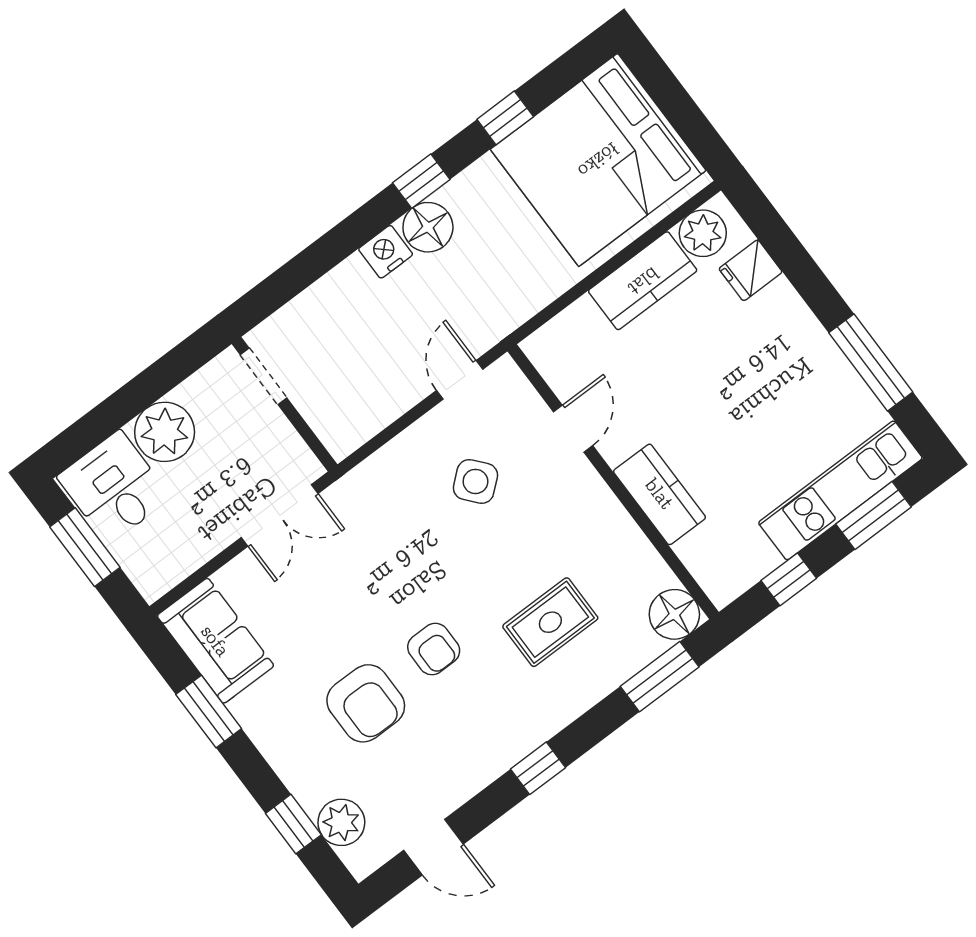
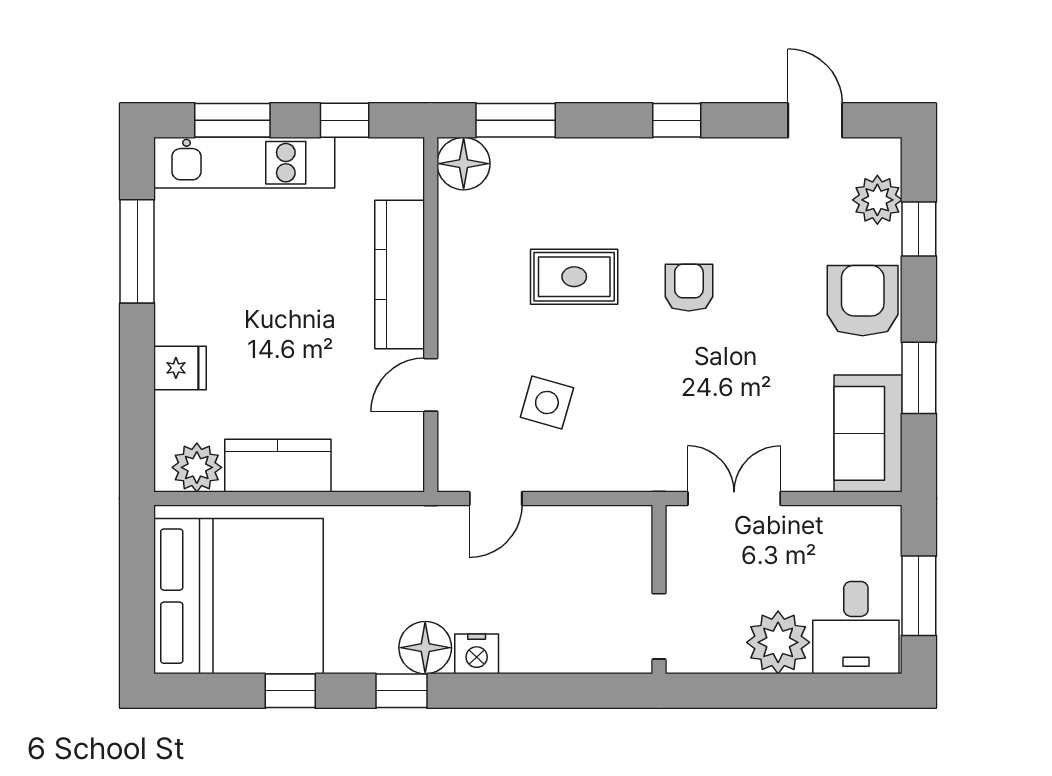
fridge: (751, 270) -> (180, 368), moved
side table: (475, 481) -> (547, 403), turned -34
kitchen counter: (659, 494) -> (400, 274), width x1.50
rug: (550, 622) -> (574, 277), moved
armchair: (366, 703) -> (863, 301), moved

